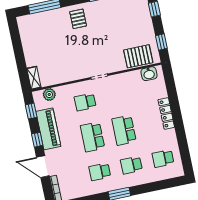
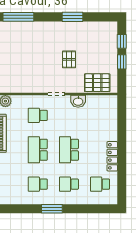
pallet: (78, 19) -> (69, 59), moved
window: (161, 42) -> (122, 62), moved
washbasin: (149, 74) -> (78, 101), moved
locker: (166, 113) -> (112, 156), moved

